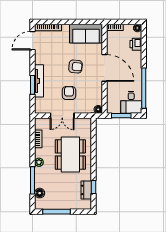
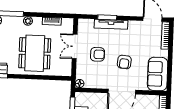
dining table: (70, 154) -> (35, 53), turned 90

